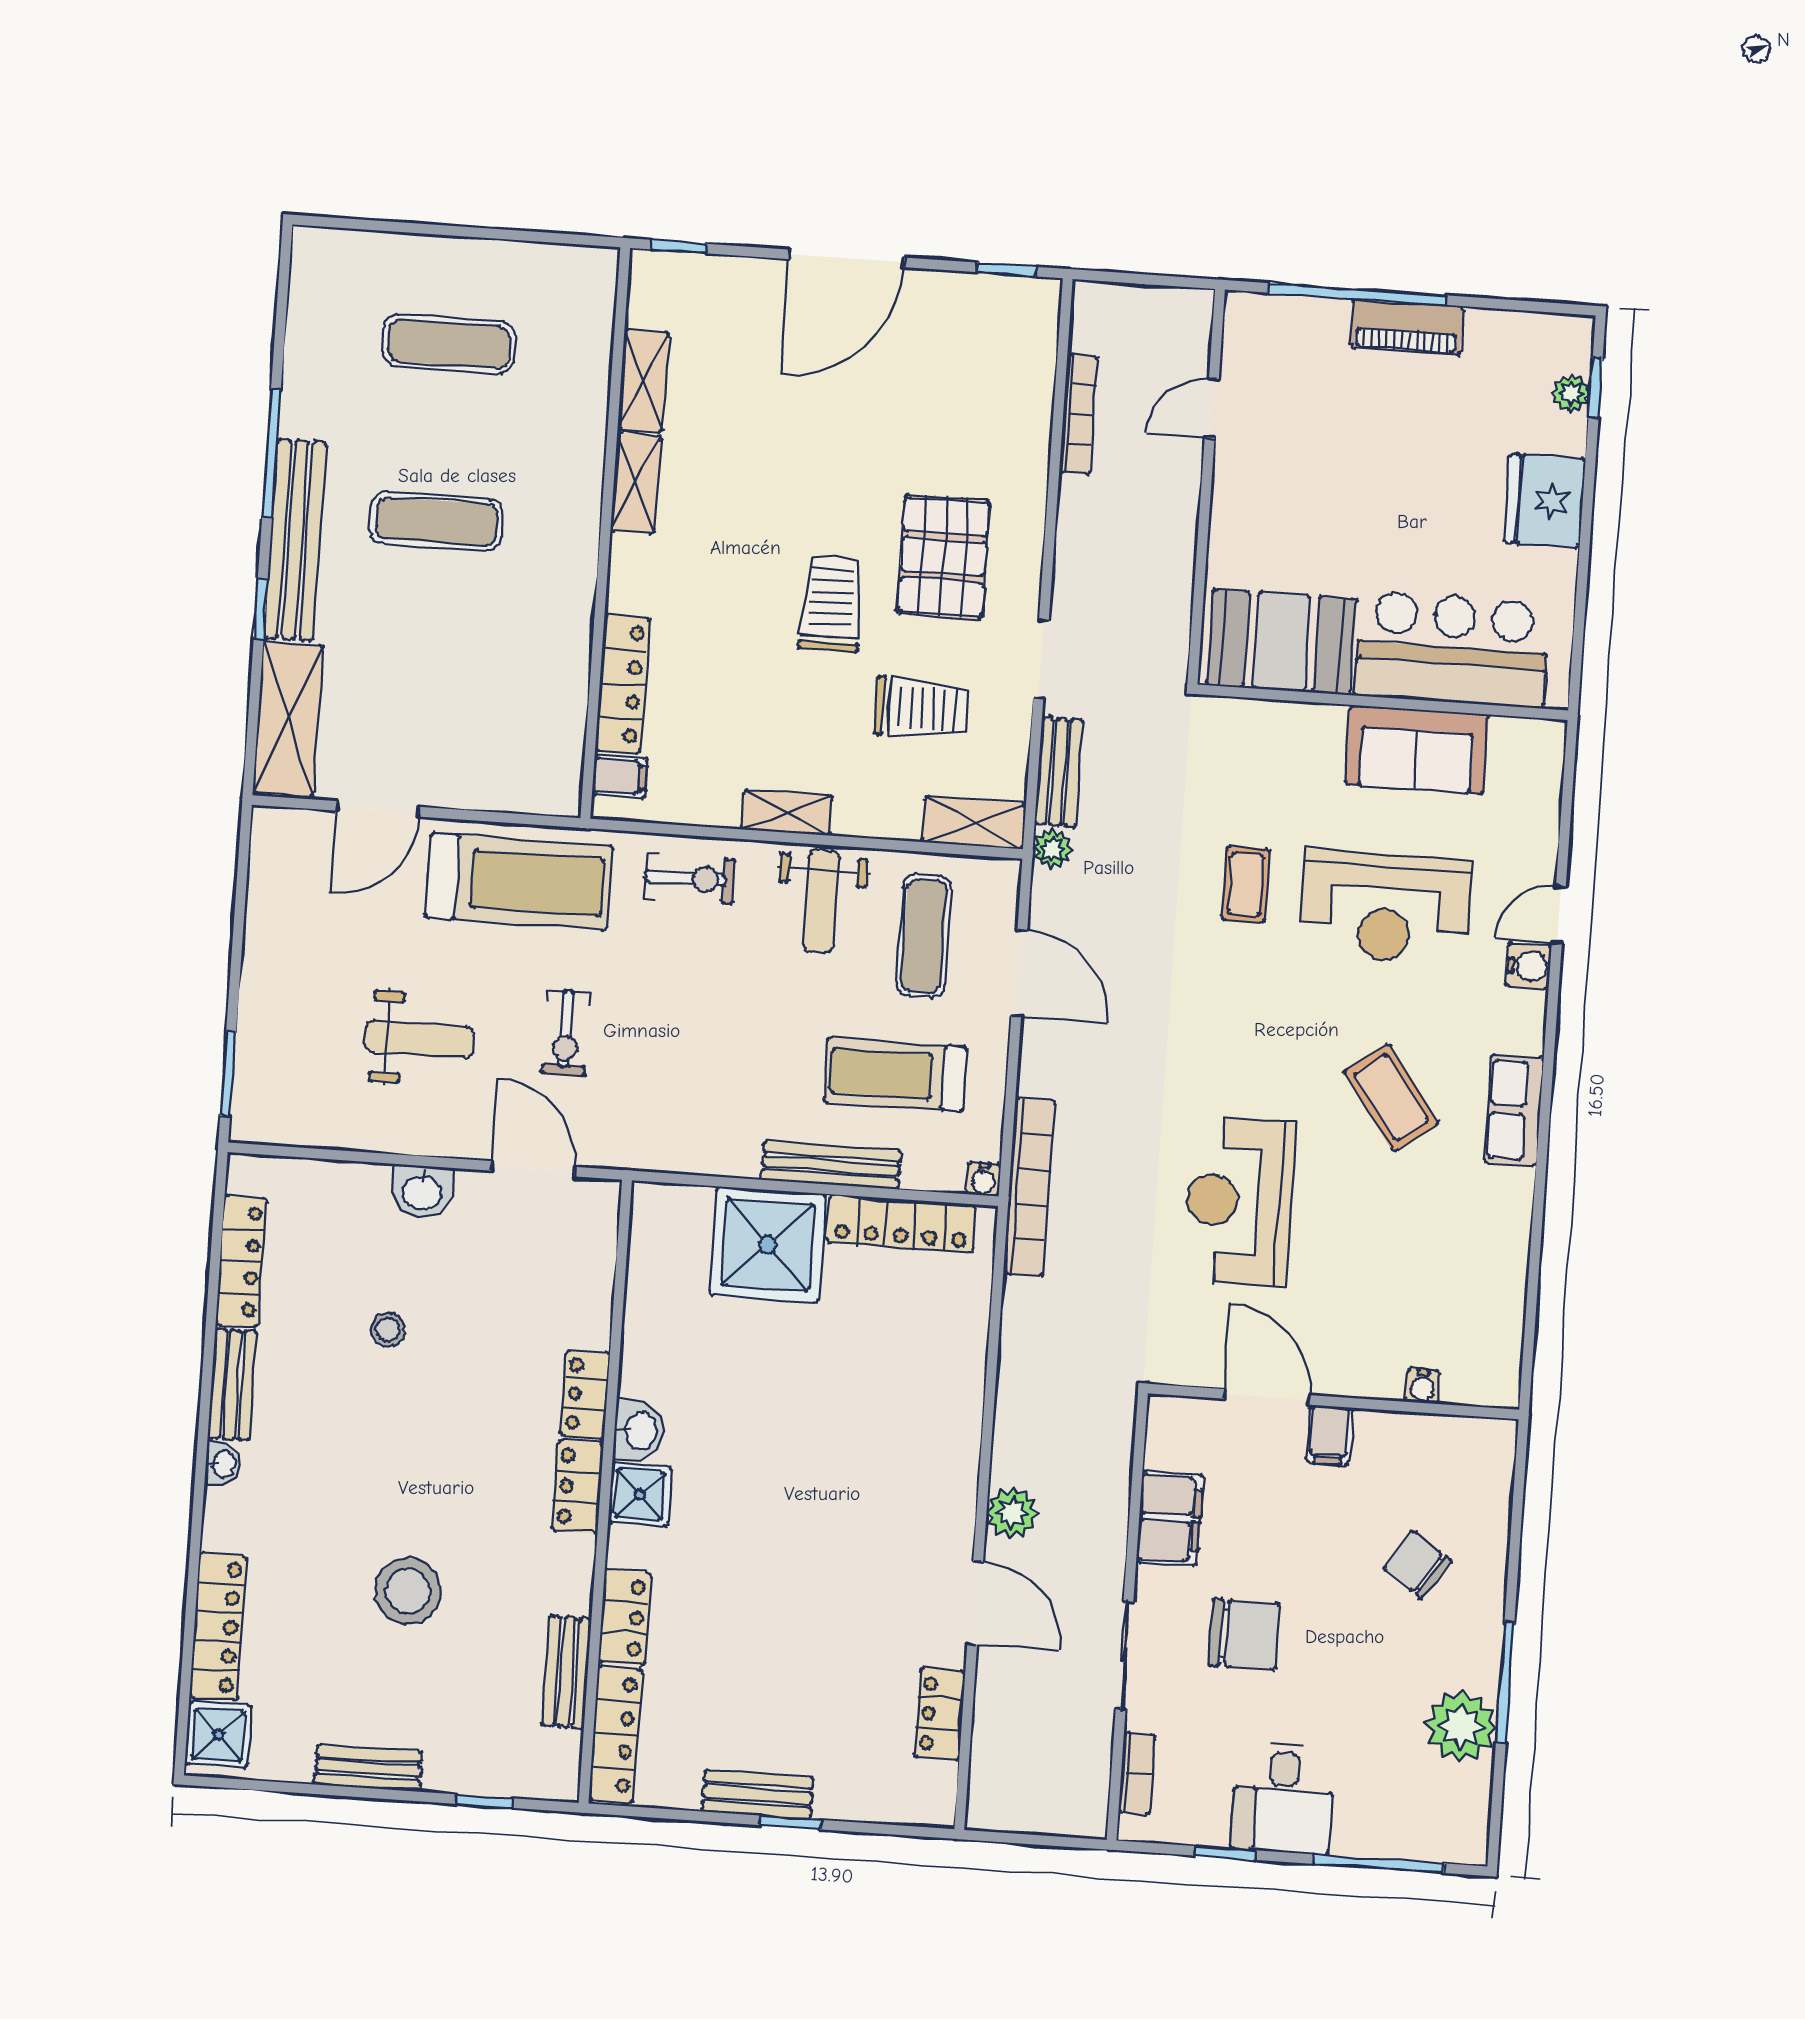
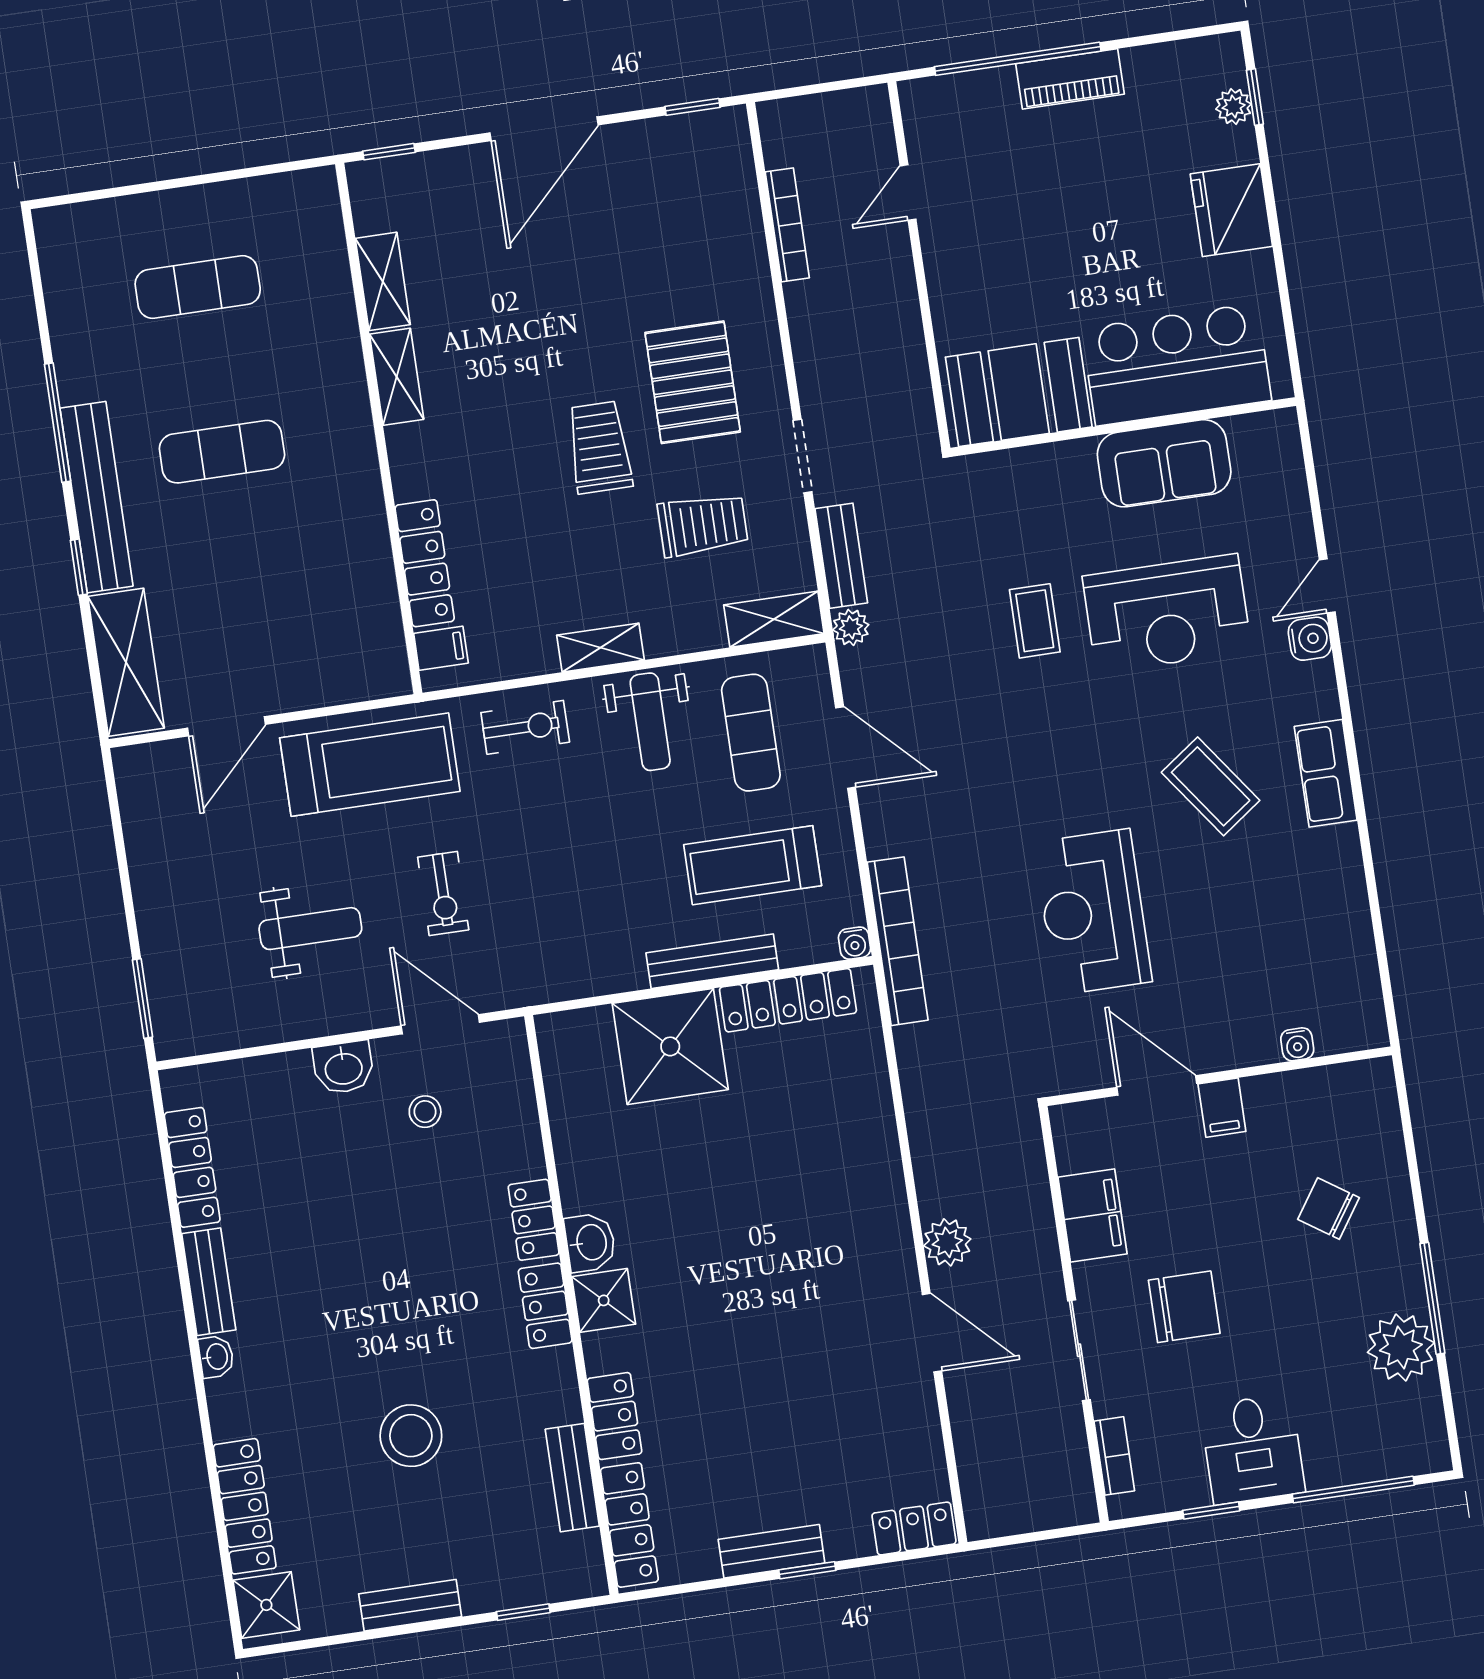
stool: (388, 1330) -> (425, 1112), moved
locker: (940, 1714) -> (914, 1529), moved, turned 90

